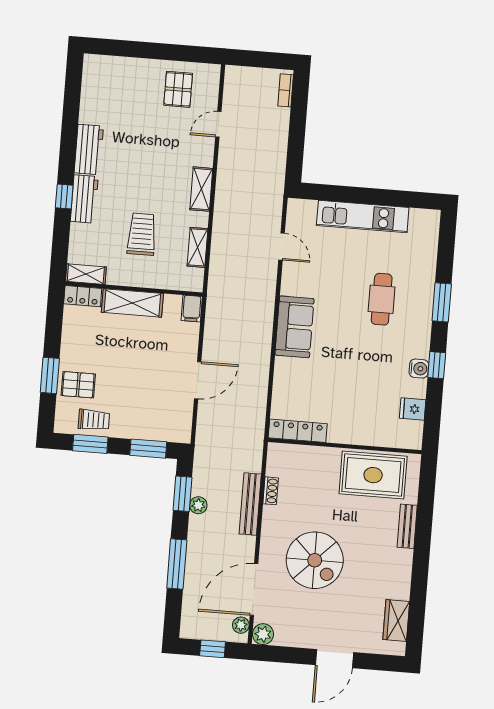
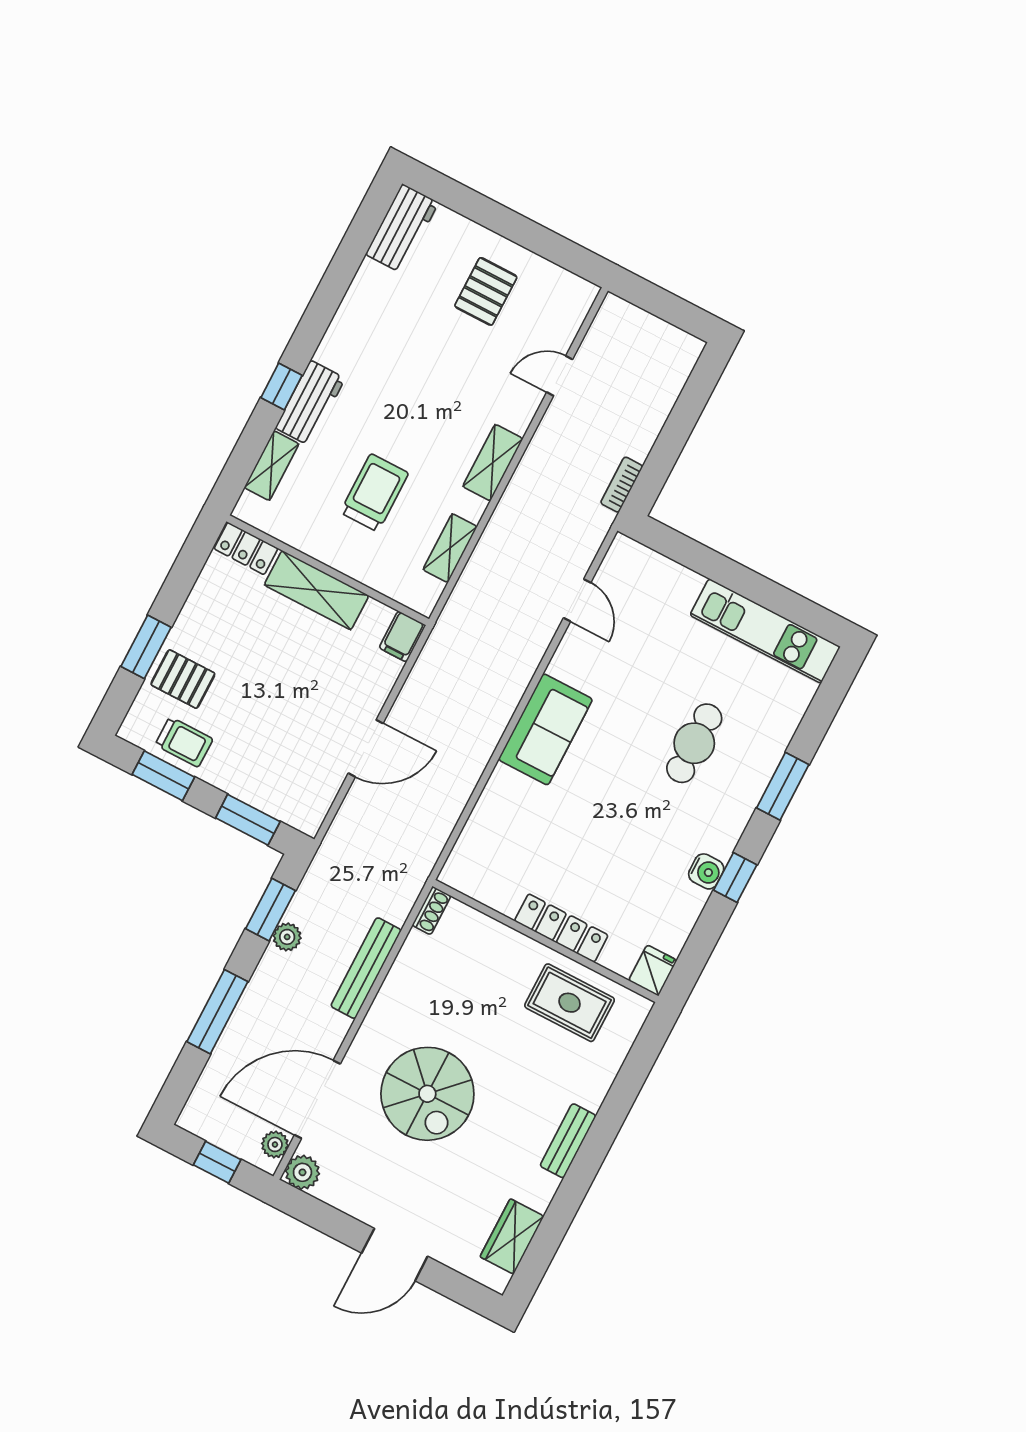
pallet: (178, 89) -> (486, 291), moved
bookcase: (286, 90) -> (622, 485), moved
workbench: (89, 149) -> (402, 228), moved
kitchen unit: (363, 217) -> (765, 631), moved
shelving: (86, 274) -> (272, 466), moved, turned 90
fridge: (413, 409) -> (653, 970), moved, turned 90
locker: (298, 431) -> (561, 928), moved
rug: (373, 475) -> (570, 1003), width x0.73, depth x0.70
shoe rack: (271, 491) -> (432, 911), moved
bench: (407, 526) -> (568, 1141), moved

